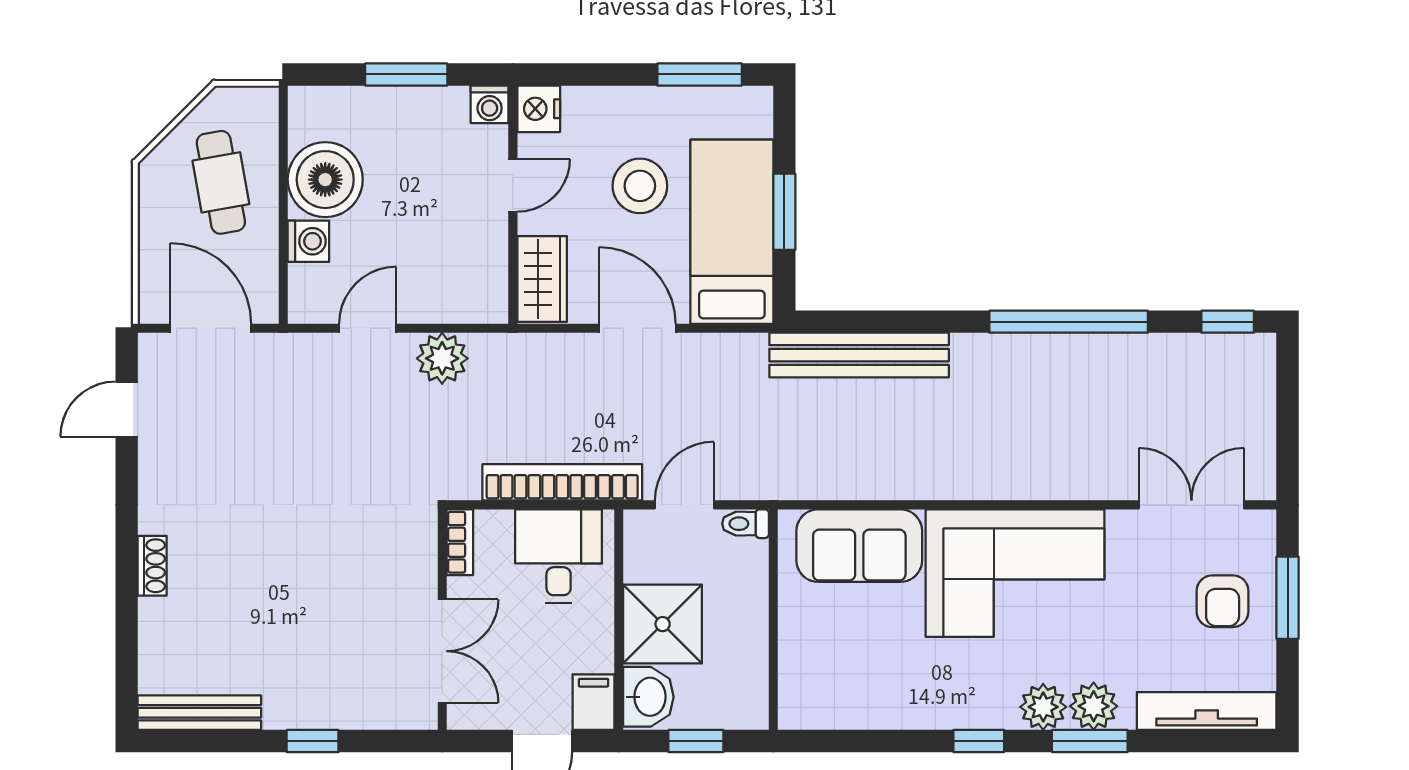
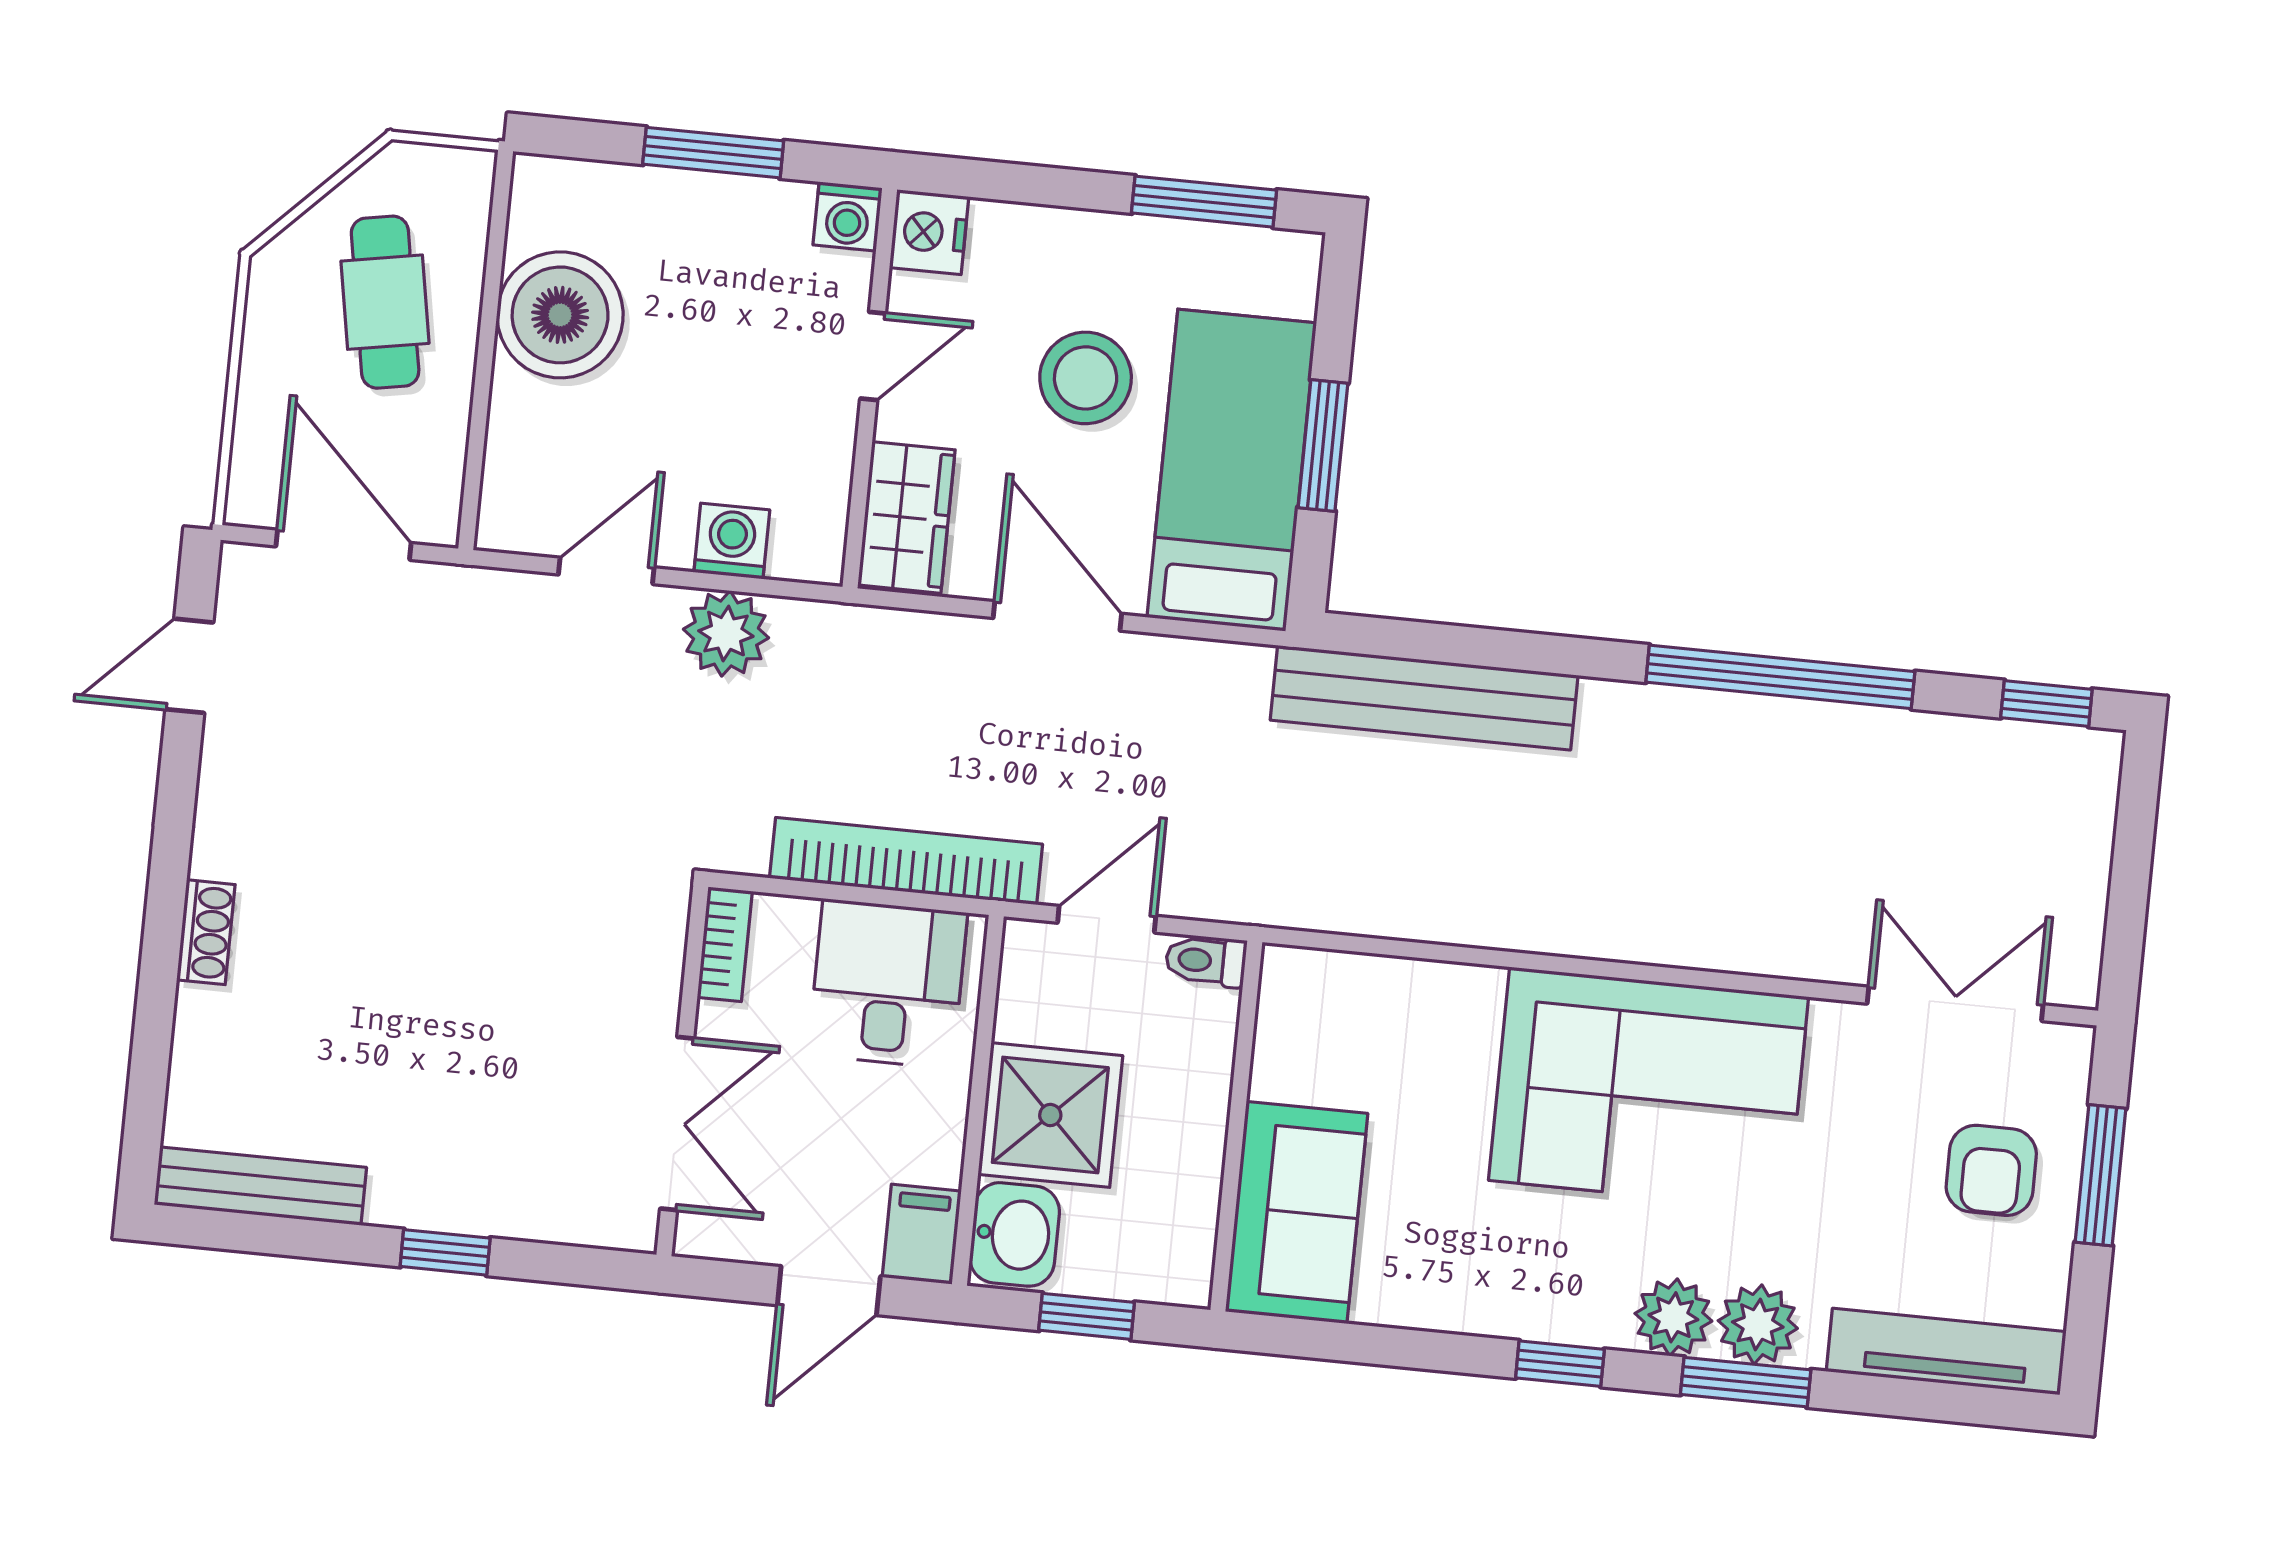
washing machine: (308, 241) -> (732, 541), moved, turned -90
sofa: (859, 546) -> (1297, 1212), moved, turned -90

